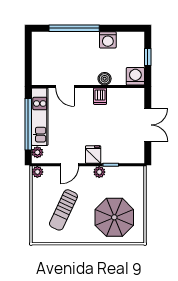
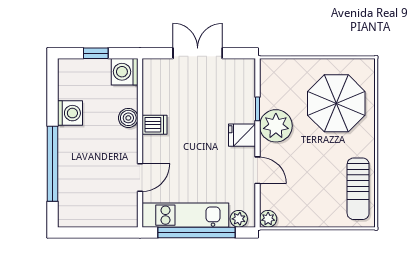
plant: (99, 172) -> (276, 126), width x1.88, depth x1.88
sun lounger: (63, 210) -> (358, 189), moved, turned 65

